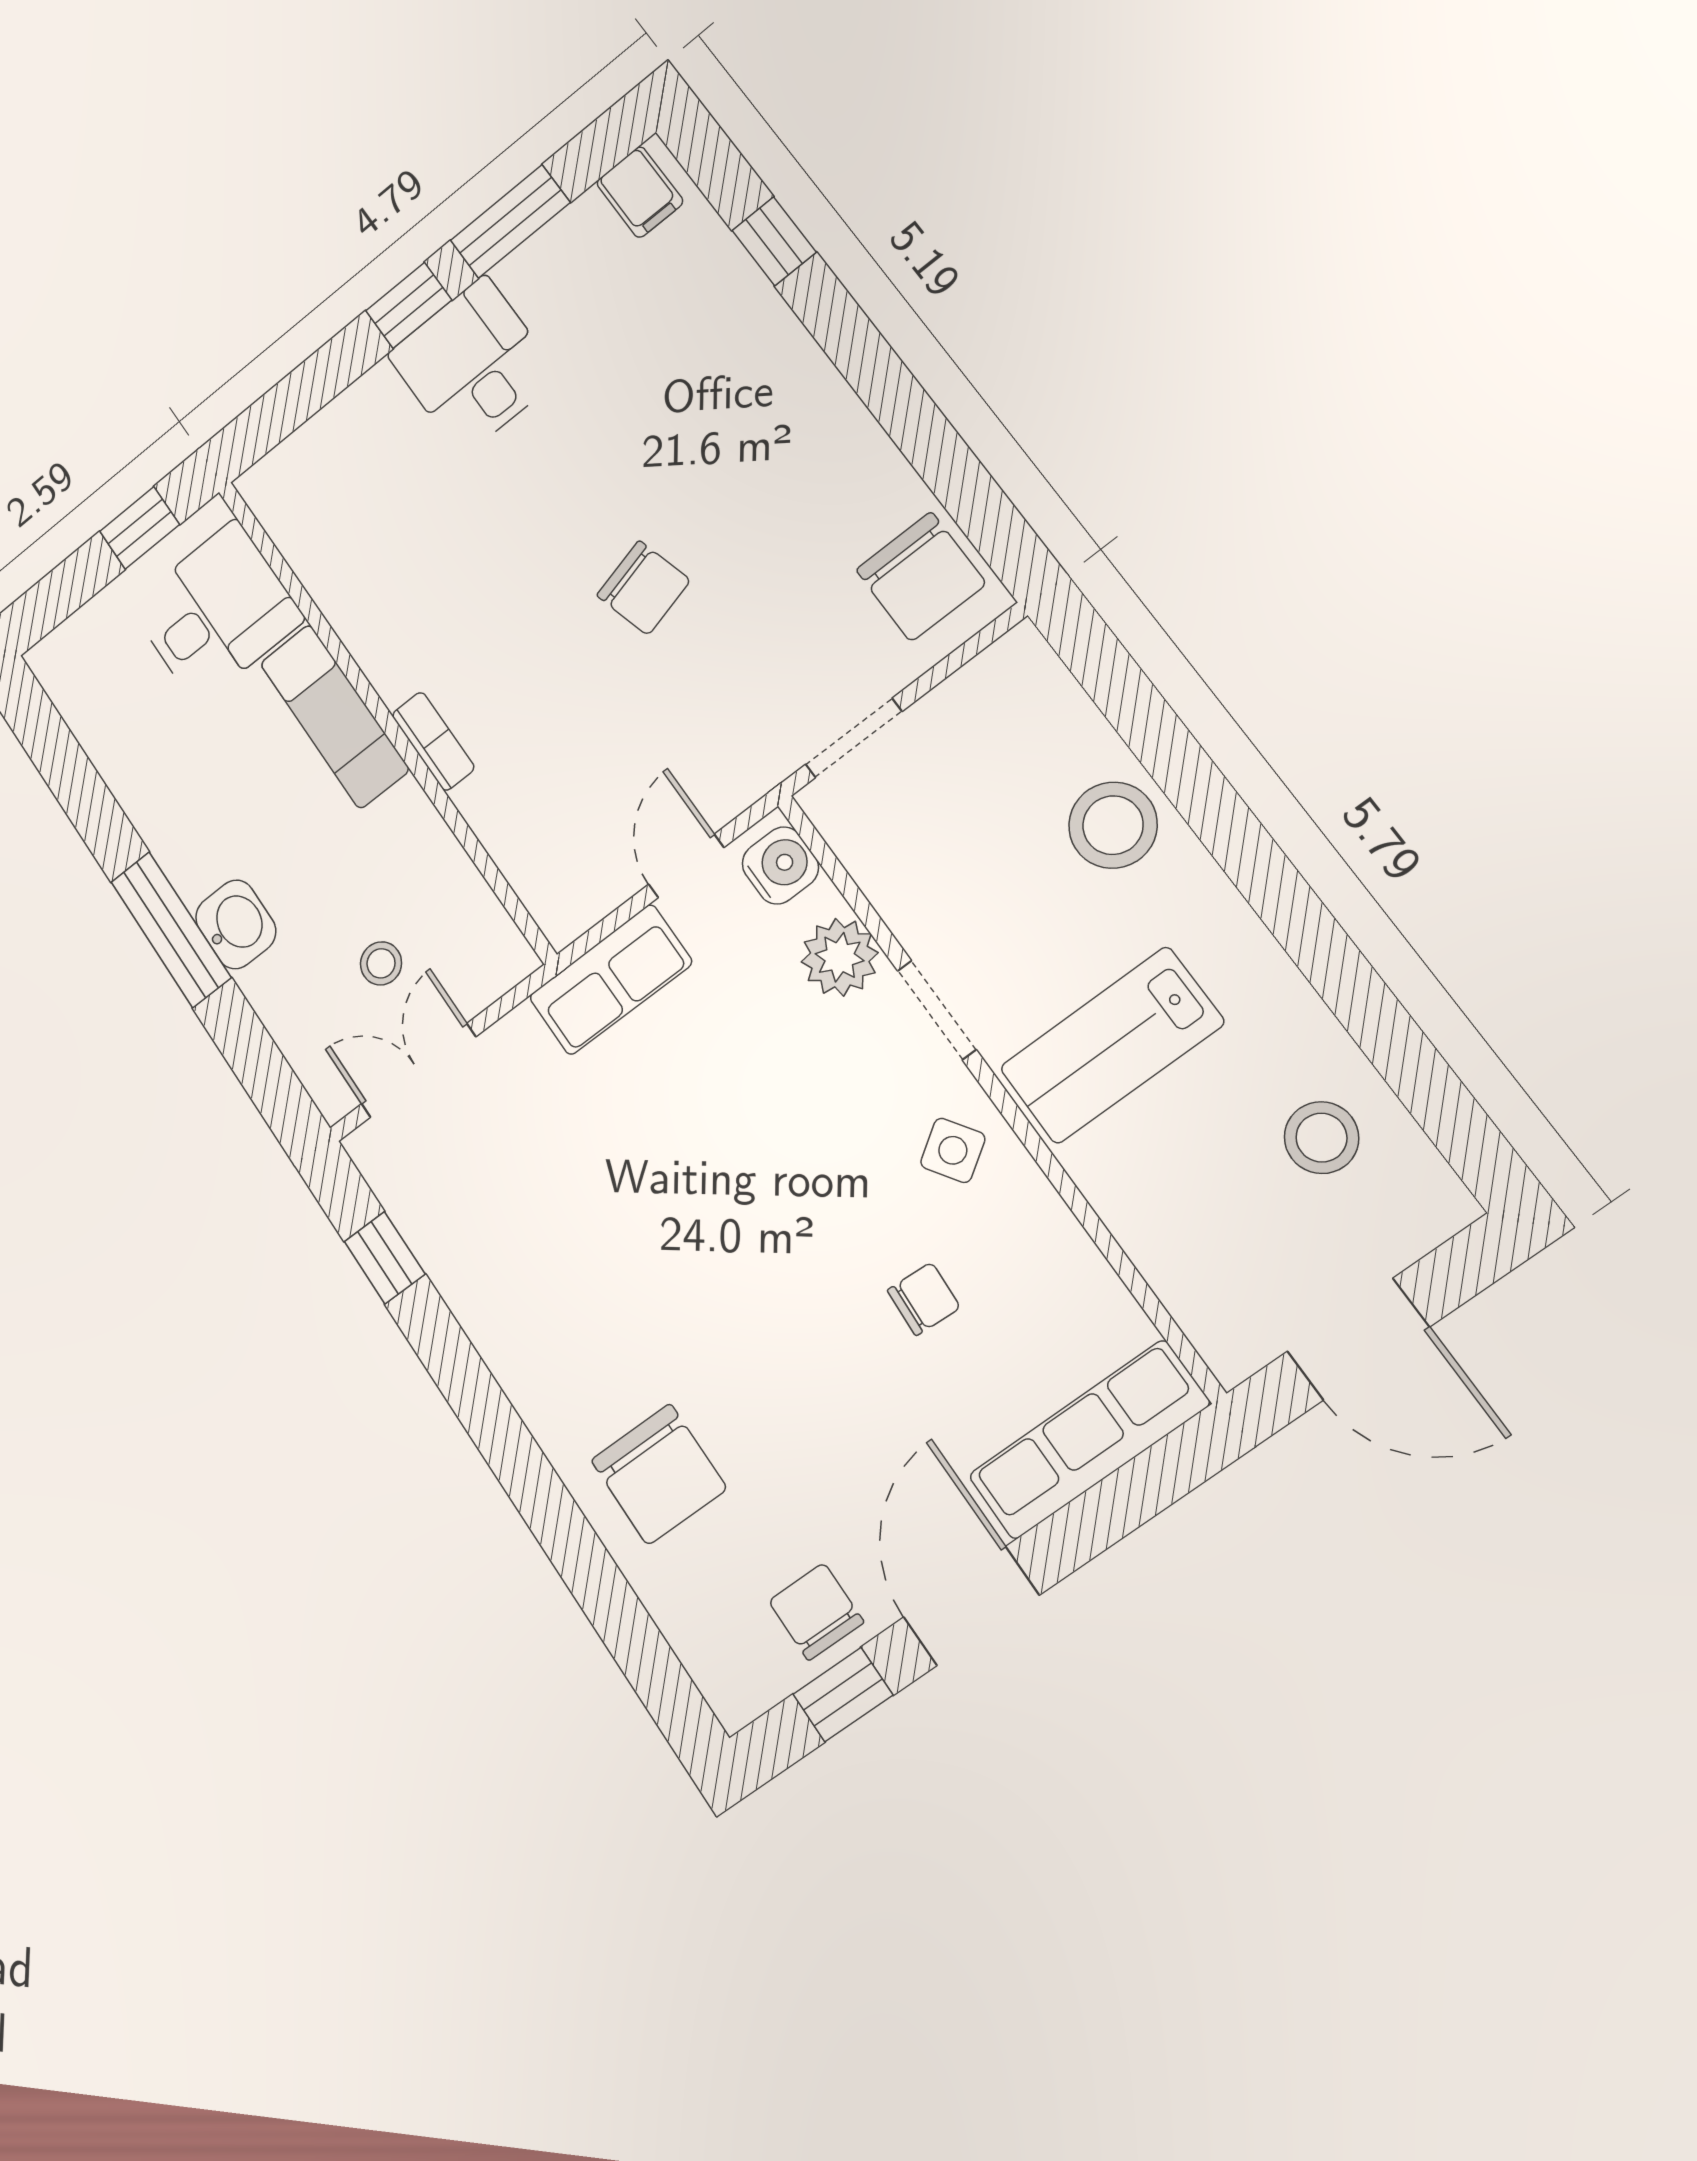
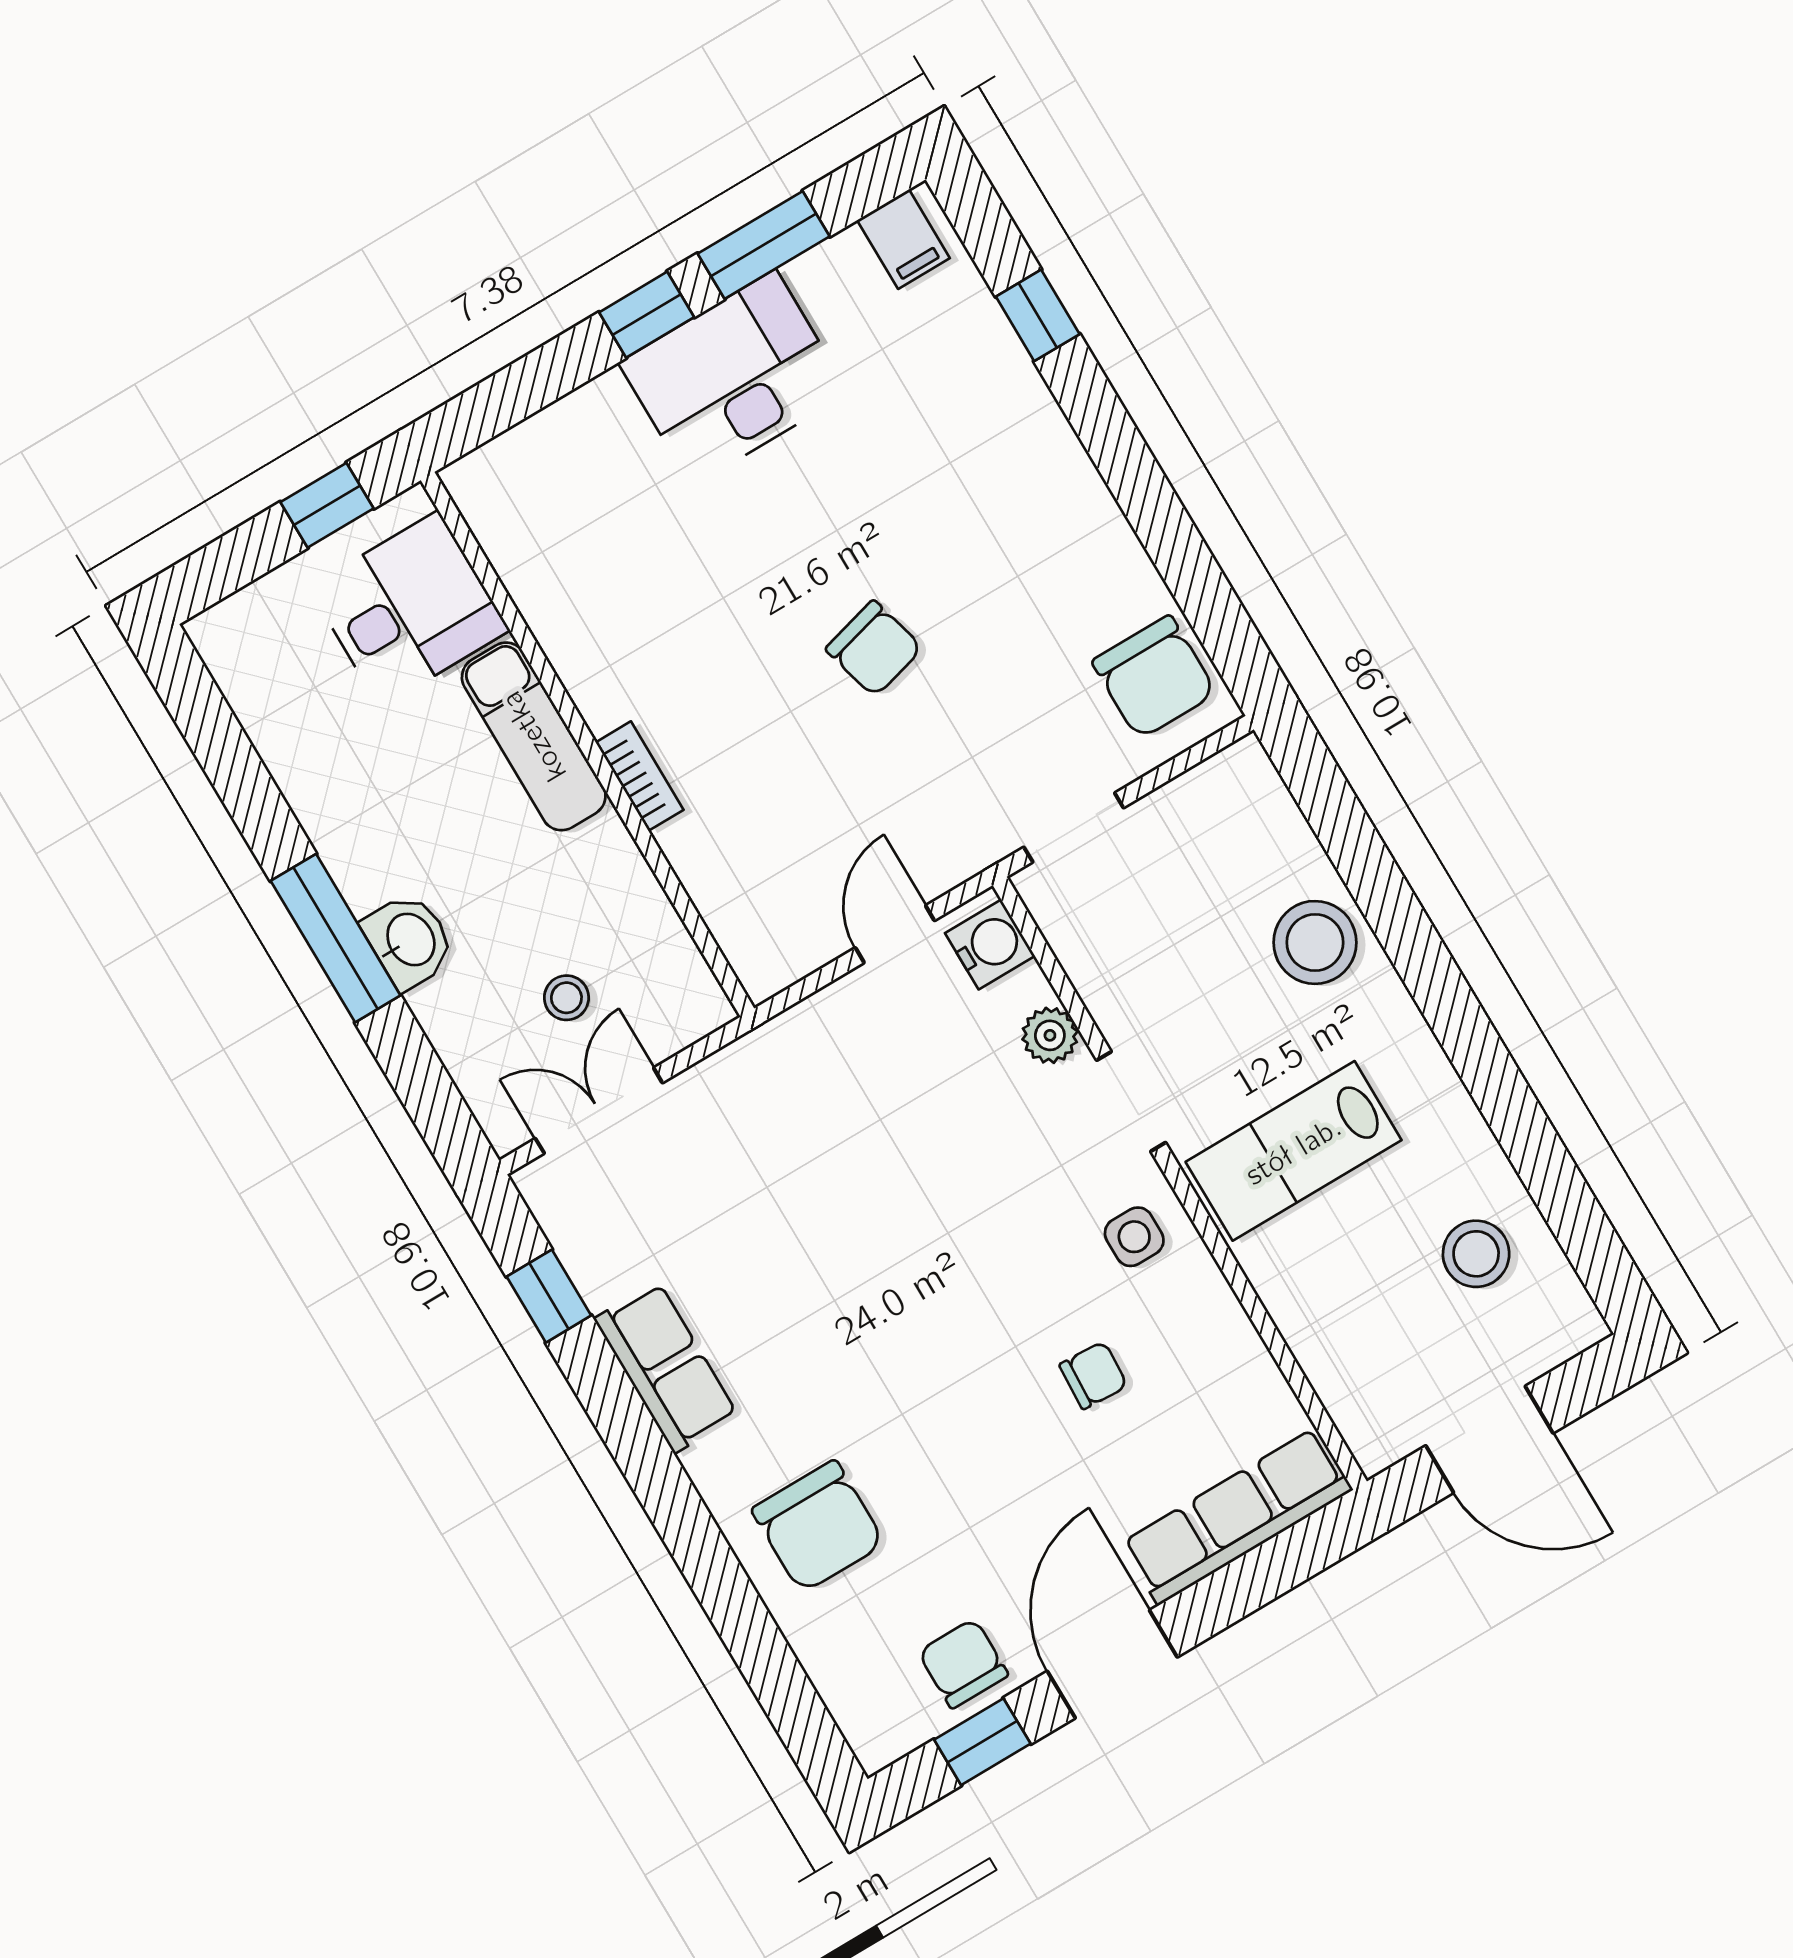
desk: (473, 366) -> (734, 378), width x1.37
plant: (840, 957) -> (1050, 1035), width x0.73, depth x0.73
row of seats: (611, 980) -> (666, 1367), moved, turned -90
side table: (953, 1150) -> (1134, 1237), turned 34

